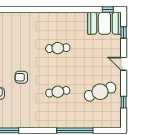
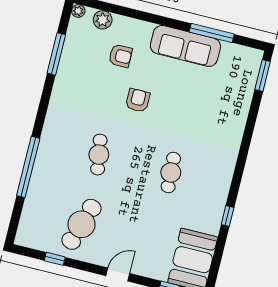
window: (108, 10) -> (228, 216), moved
cafe table: (100, 92) -> (81, 224), turned 39

